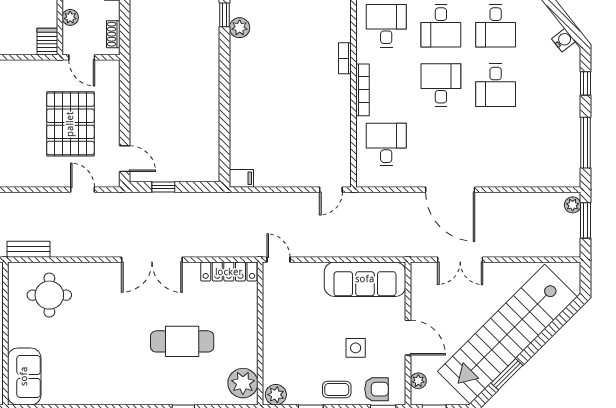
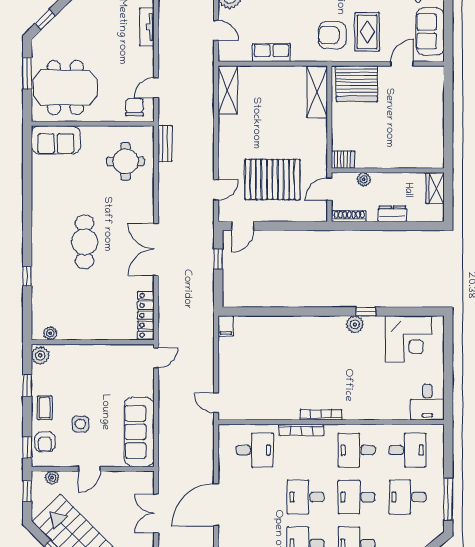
desk: (386, 26) -> (357, 450), turned 180
shoe rack: (113, 34) -> (349, 216), width x1.43
bookcase: (345, 58) -> (321, 415), width x1.56
desk: (441, 85) -> (306, 497), turned 180
door: (408, 338) -> (89, 469), width x0.73
cafe table: (182, 341) -> (85, 242), moved
plant: (243, 383) -> (50, 333), width x0.53, depth x0.53

